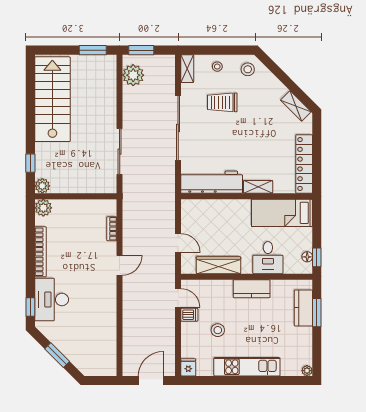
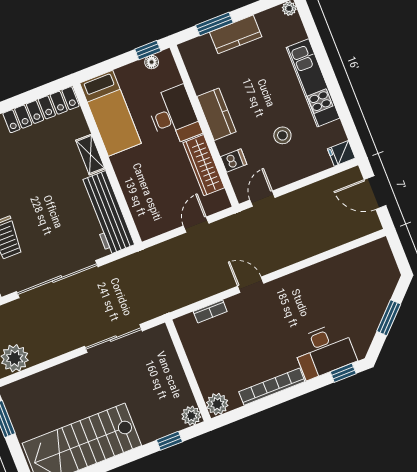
desk: (268, 258) -> (174, 116), width x1.37
kitchen counter: (303, 308) -> (236, 34), moved
dishwasher: (189, 315) -> (234, 160), moved, turned 90

